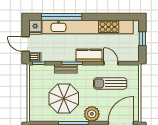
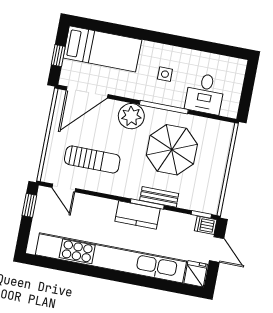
window: (62, 17) -> (150, 282), removed
window: (142, 39) -> (29, 205), moved
kitchen counter: (89, 56) -> (138, 215), moved
door: (111, 63) -> (64, 188), moved

